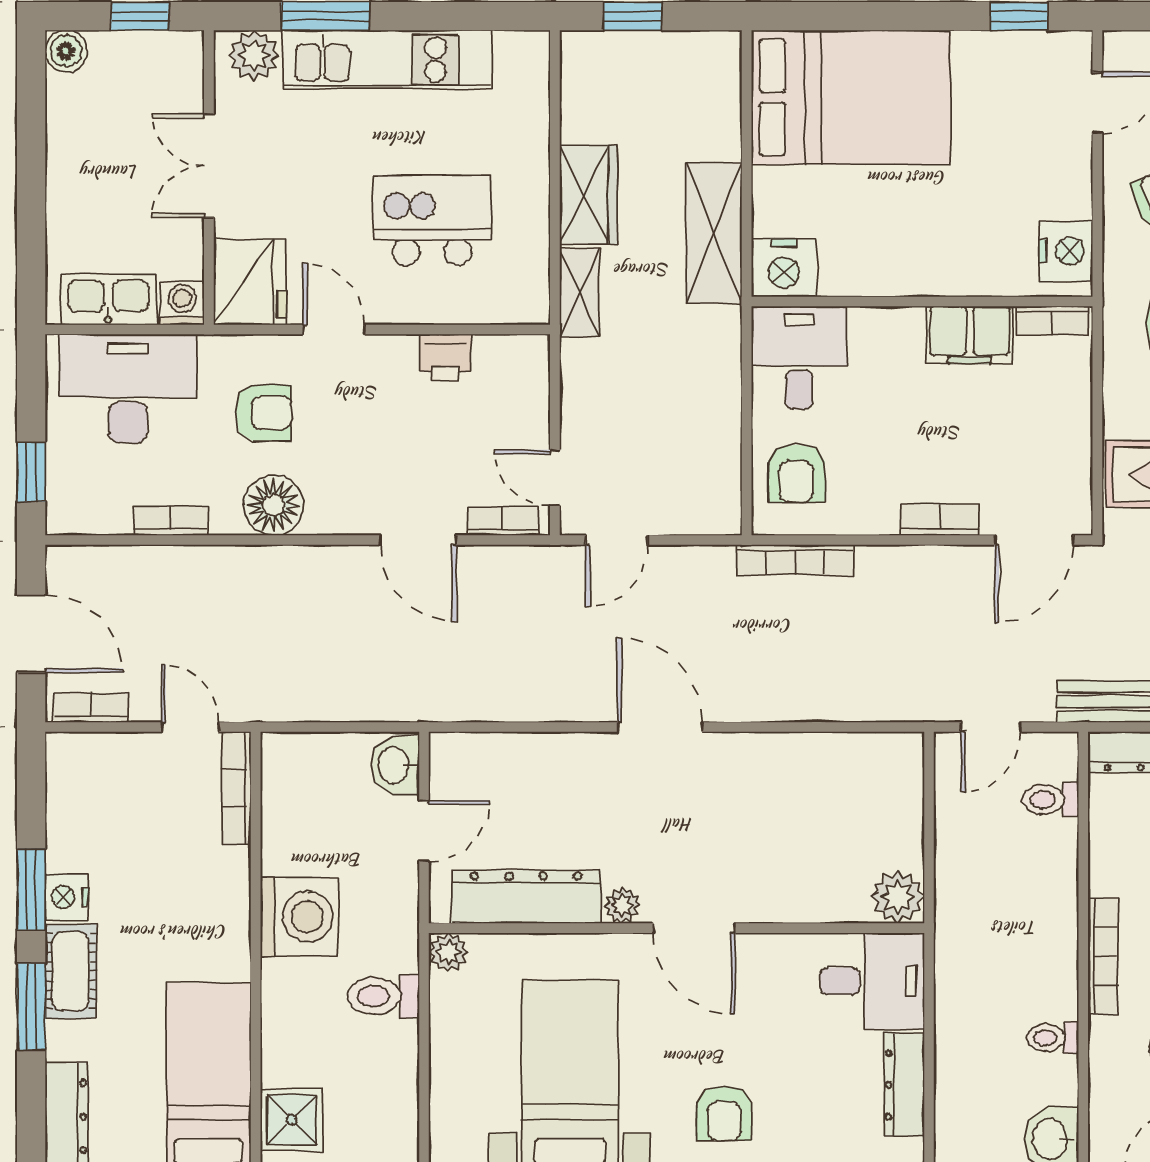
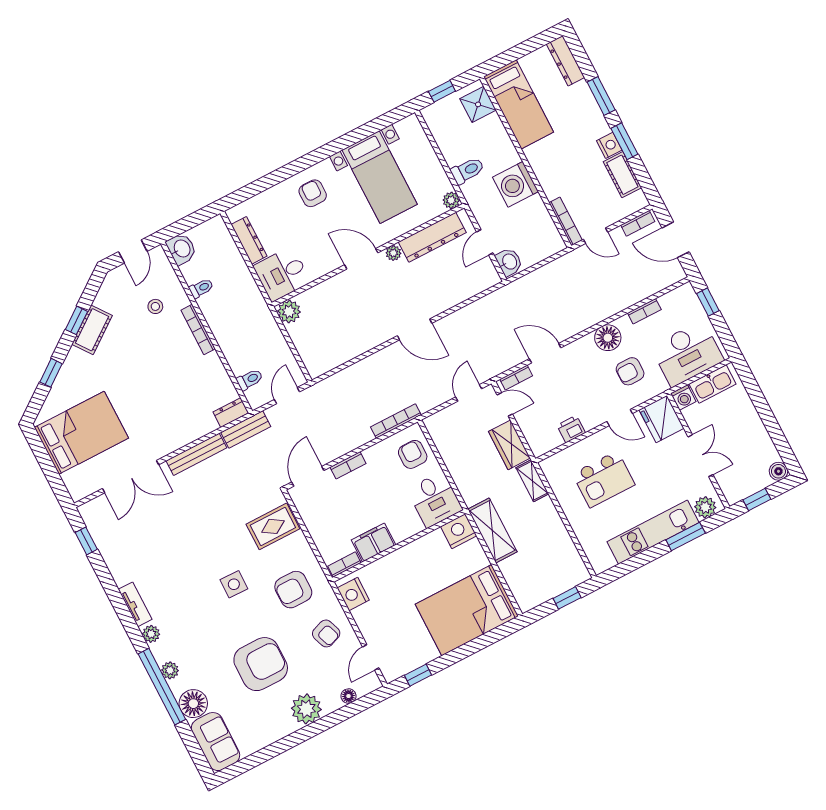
wardrobe: (588, 195) -> (509, 445), moved
cot: (71, 971) -> (622, 175), moved

